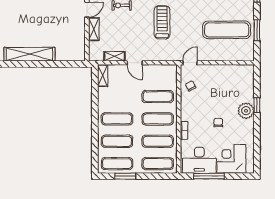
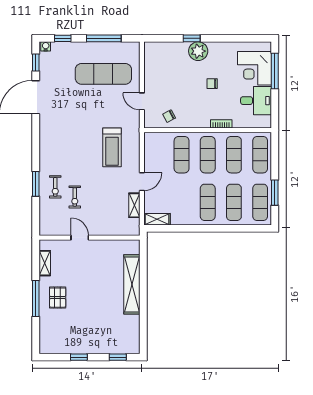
treadmill: (162, 22) -> (112, 147), moved, turned -90
shelving: (94, 29) -> (102, 230), removed
exercise mat: (227, 30) -> (103, 74), turned 90
window: (257, 30) -> (104, 38), width x1.44
shelving: (29, 54) -> (132, 284), moved
door: (190, 63) -> (142, 101), moved
desk: (199, 160) -> (256, 101), width x0.73
window: (209, 176) -> (275, 71), moved

